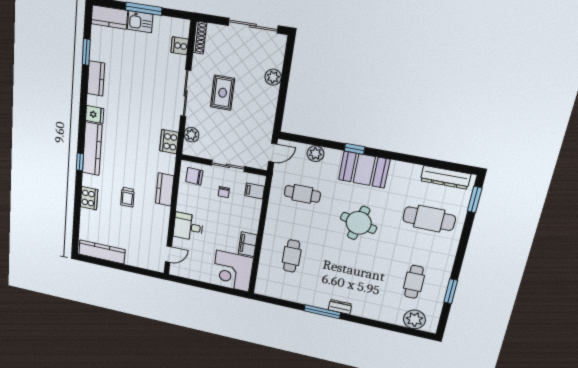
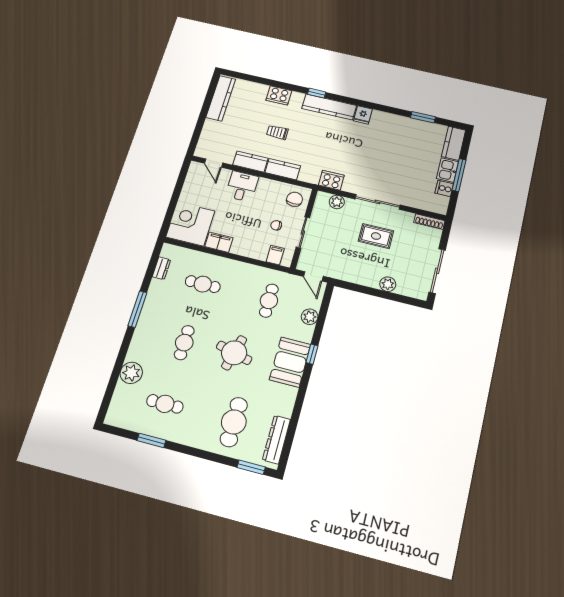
cooker: (180, 46) -> (444, 188), moved, turned -90
kitchen counter: (96, 78) -> (250, 161), moved, turned 180
cafe table: (352, 269) -> (184, 343), added
dresser: (340, 307) -> (162, 268), moved
plant: (414, 319) -> (131, 373), moved

